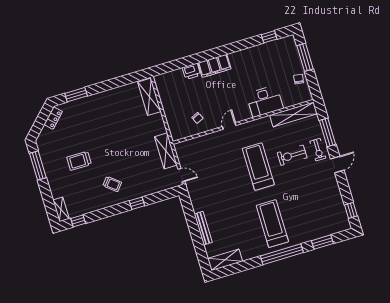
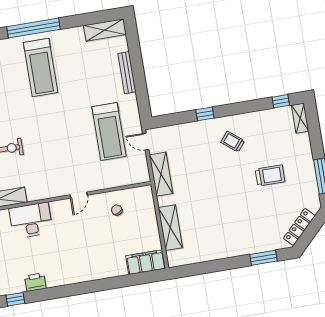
filing cabinet: (215, 66) -> (146, 262), moved
printer: (192, 71) -> (35, 282), moved
shelving: (149, 97) -> (170, 228), moved
locker: (53, 118) -> (299, 227), width x1.53
treadmill: (258, 167) -> (109, 132), moved

